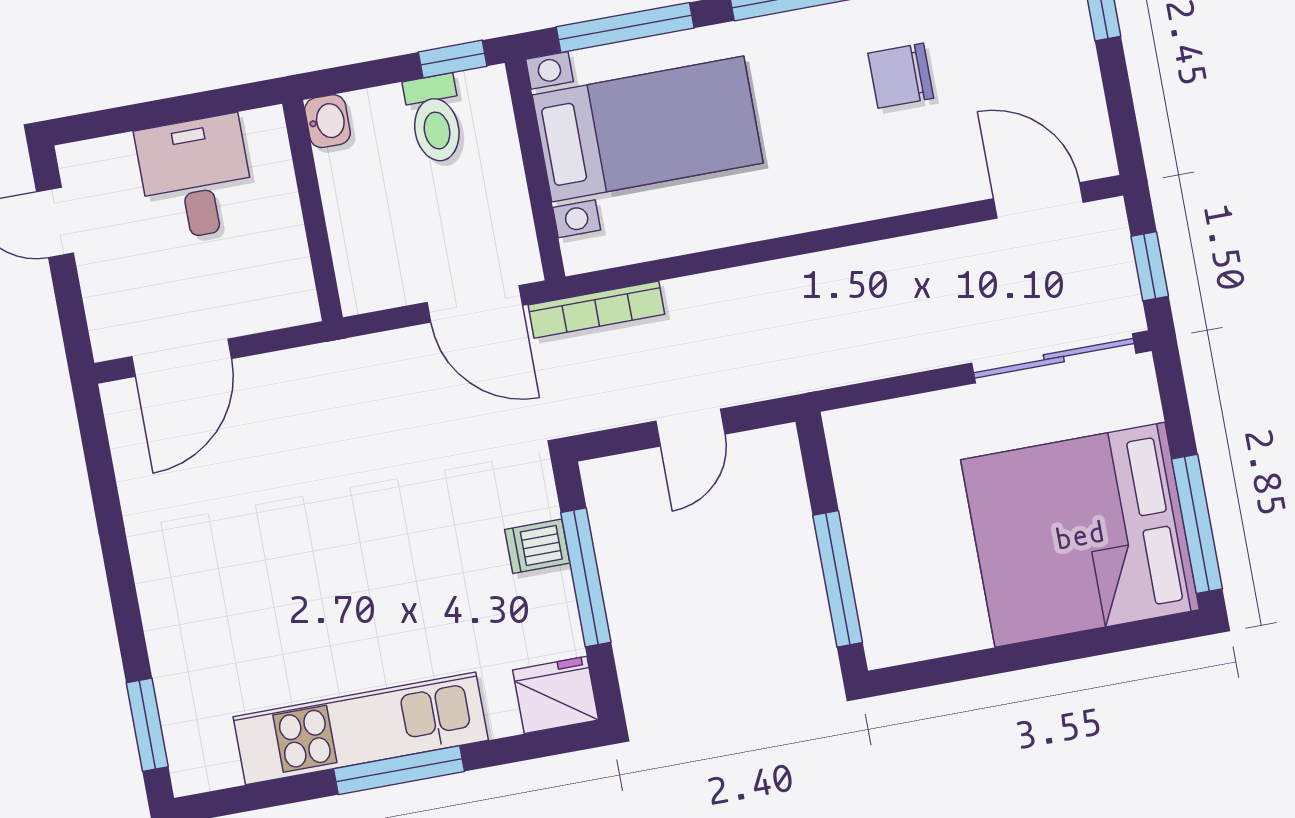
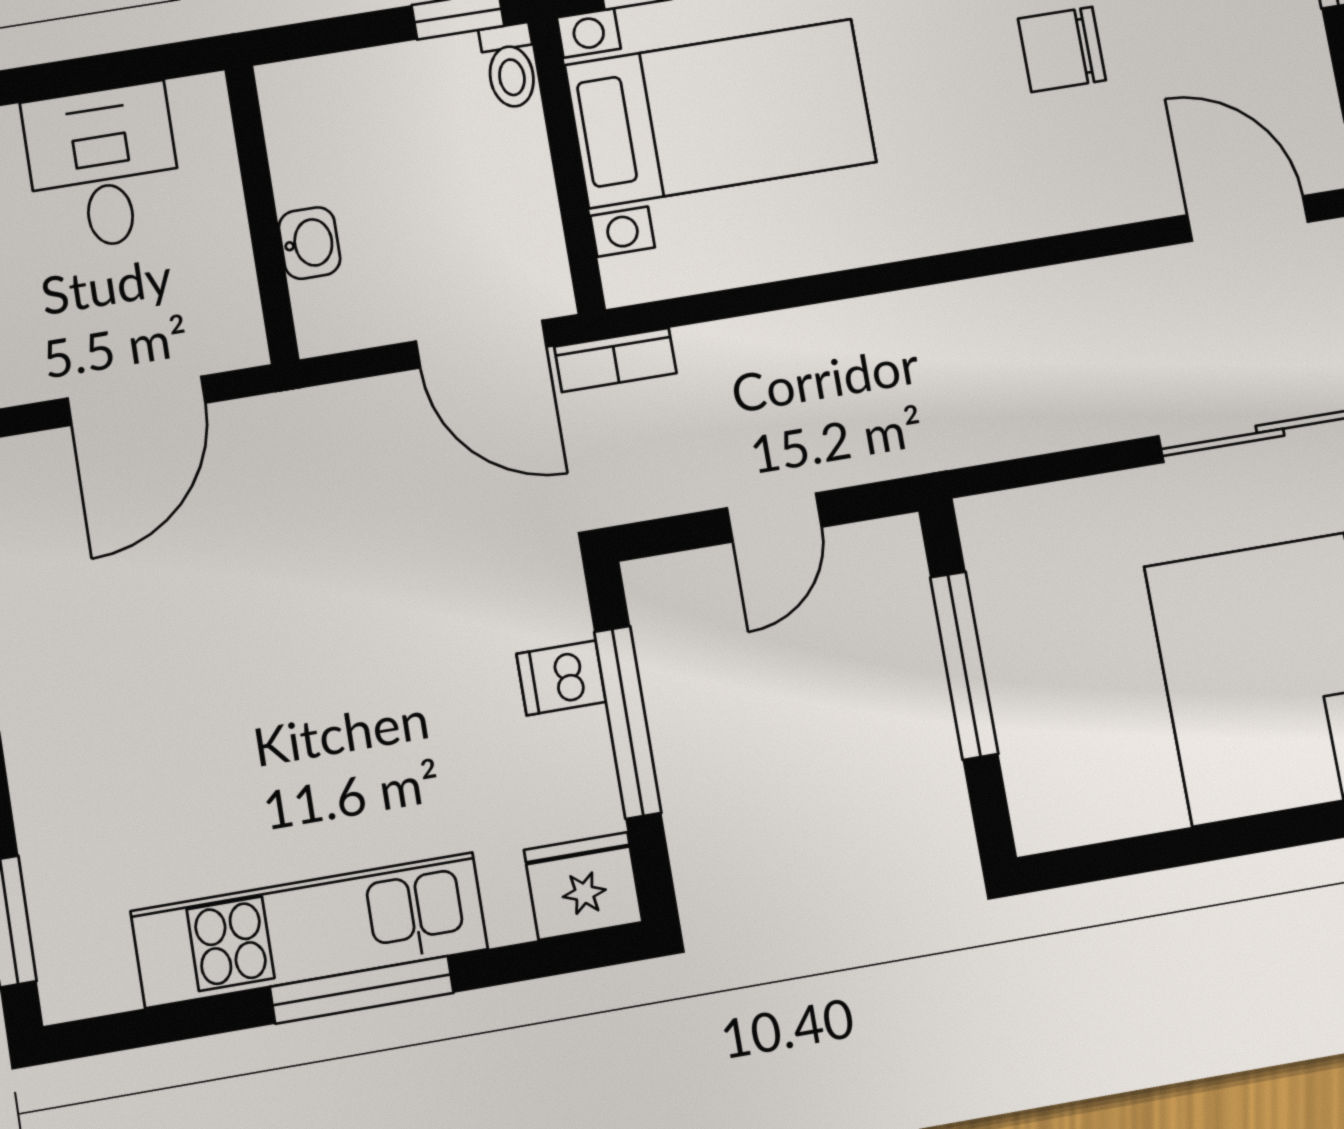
toilet: (435, 119) -> (510, 66), moved, width x0.73, depth x0.72
washbasin: (328, 121) -> (309, 243), moved
bookcase: (596, 310) -> (615, 360), width x0.64
door: (182, 358) -> (137, 401), moved
window: (838, 579) -> (964, 665), moved

